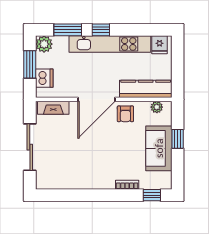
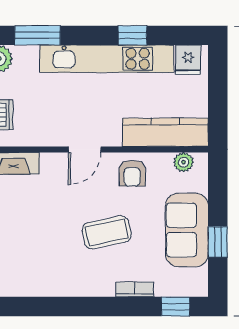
window: (101, 30) -> (132, 35), moved
door: (96, 99) -> (85, 149), width x0.53
window: (178, 139) -> (218, 242), moved
coffee table: (110, 150) -> (107, 232), added

